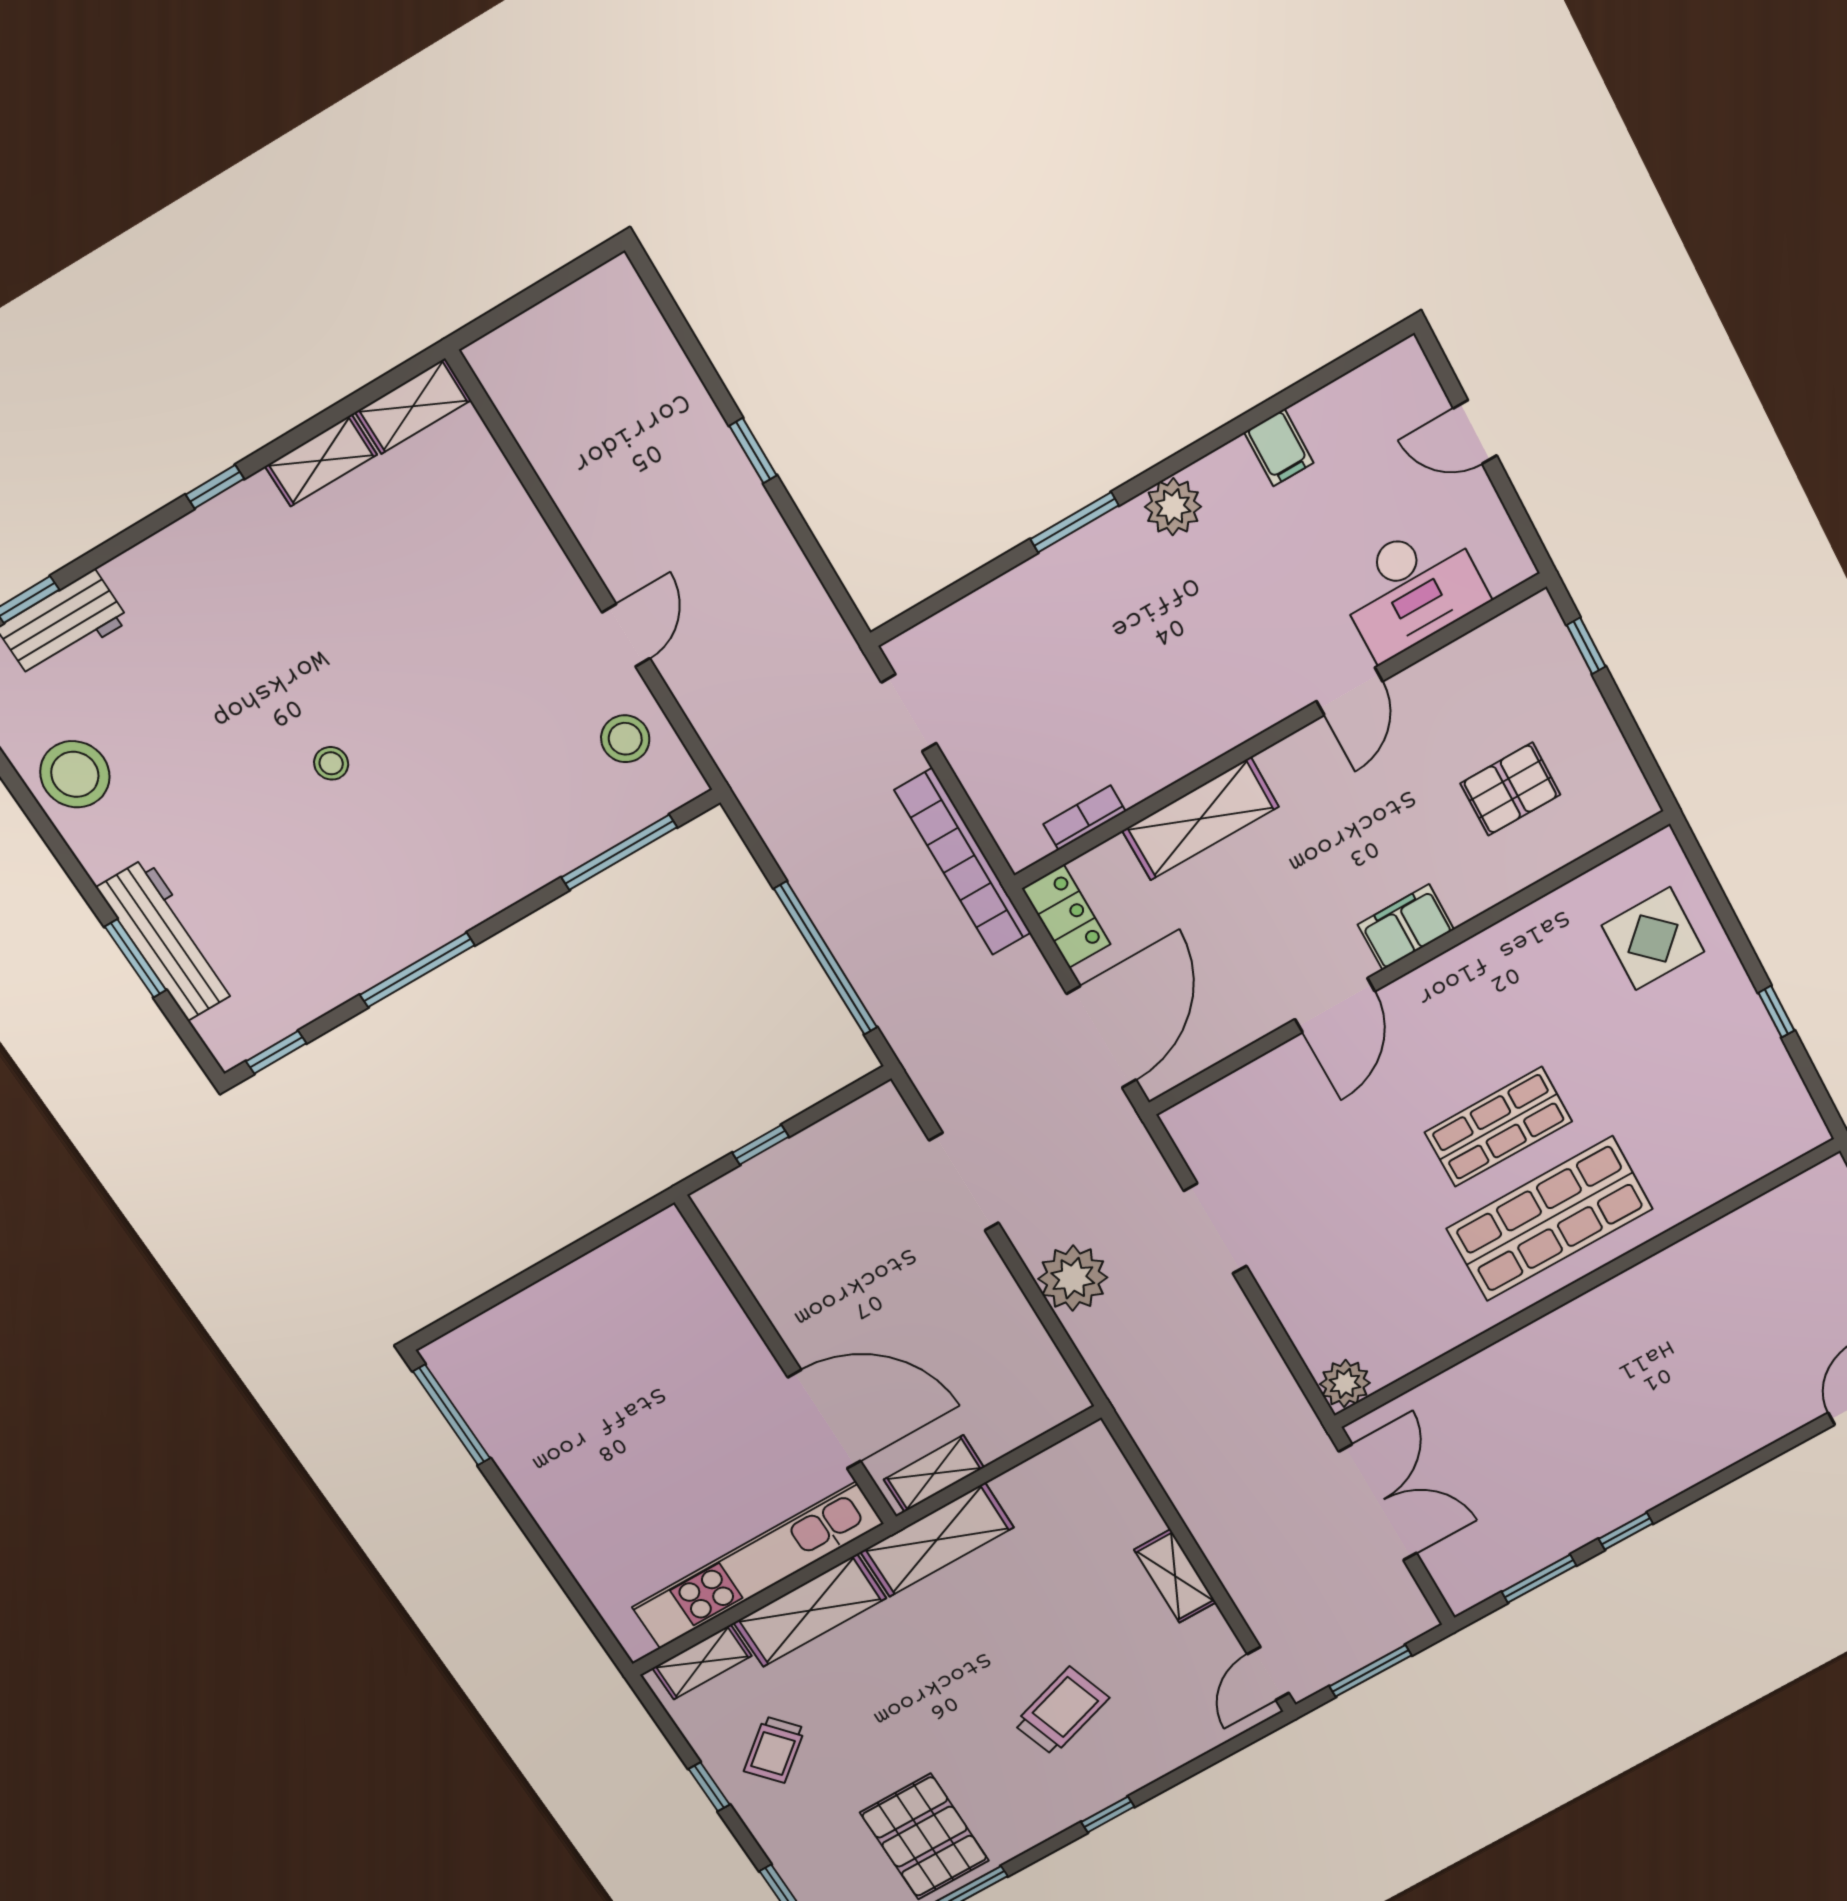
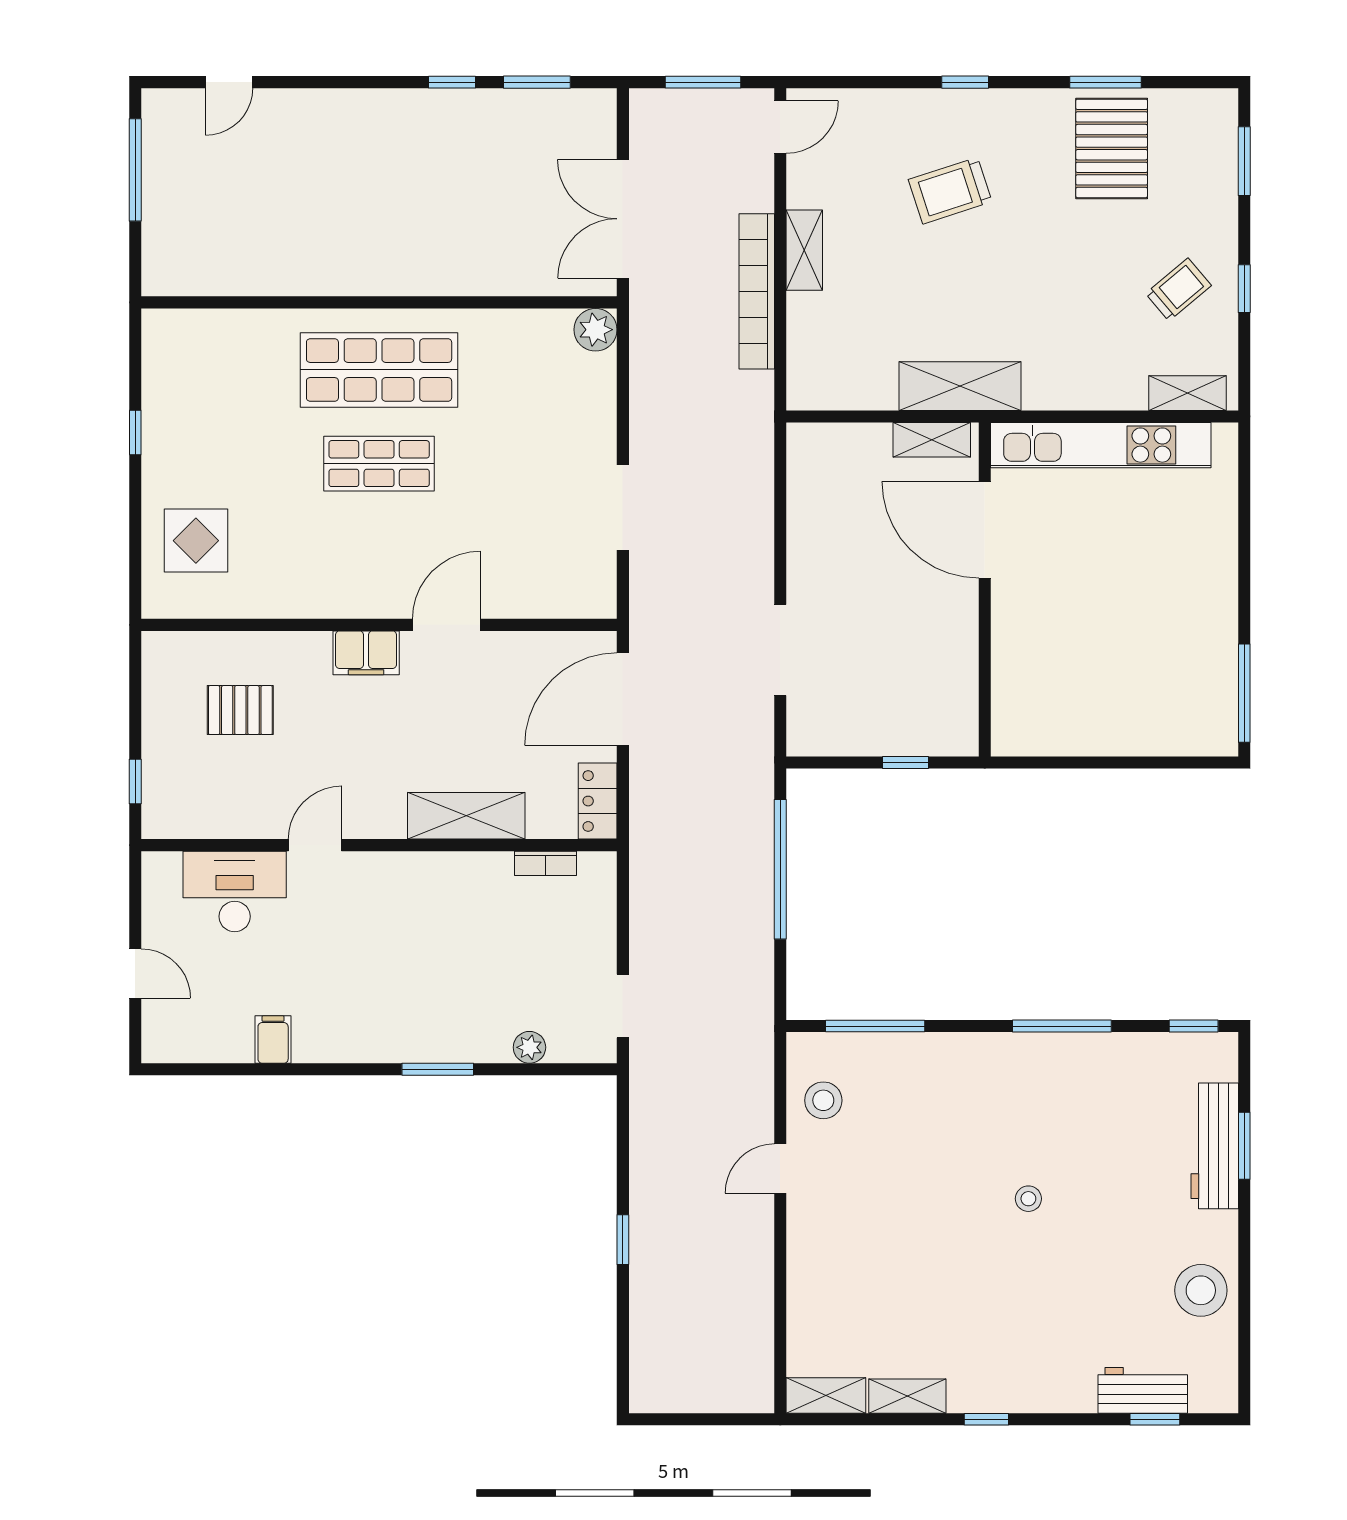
plant: (1173, 507) -> (529, 1047), moved, width x0.73, depth x0.73
bookcase: (963, 862) -> (757, 291), moved, turned 180
plant: (1073, 1278) -> (745, 531), removed
shelving: (810, 1610) -> (1085, 386), removed

